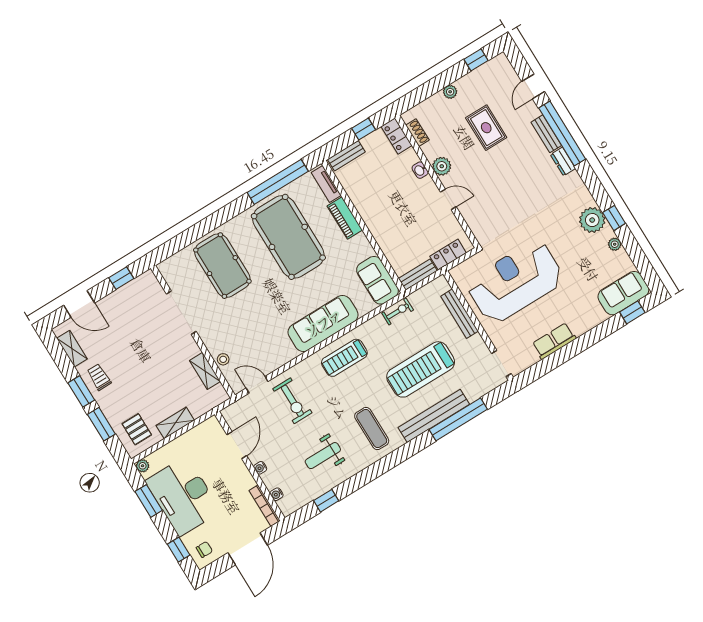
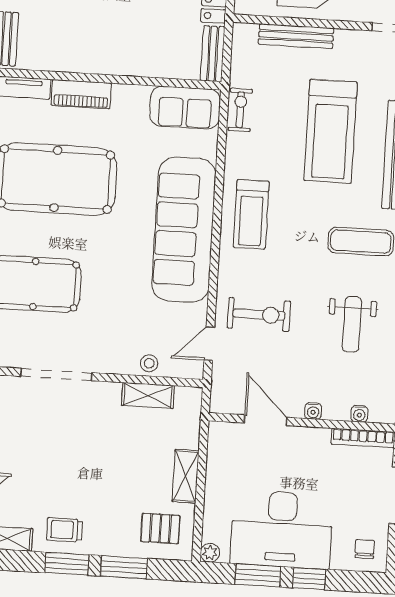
sofa: (323, 323) -> (184, 230), width x1.36, depth x1.27
window: (179, 550) -> (309, 579), moved

